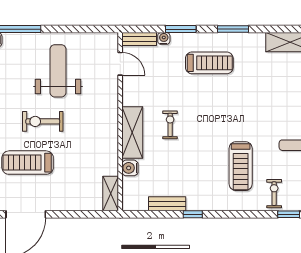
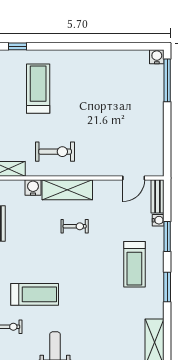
weight bench: (58, 71) -> (127, 118), removed
exercise bike: (43, 121) -> (55, 152), moved, turned 90
treadmill: (241, 166) -> (35, 294), turned 180

